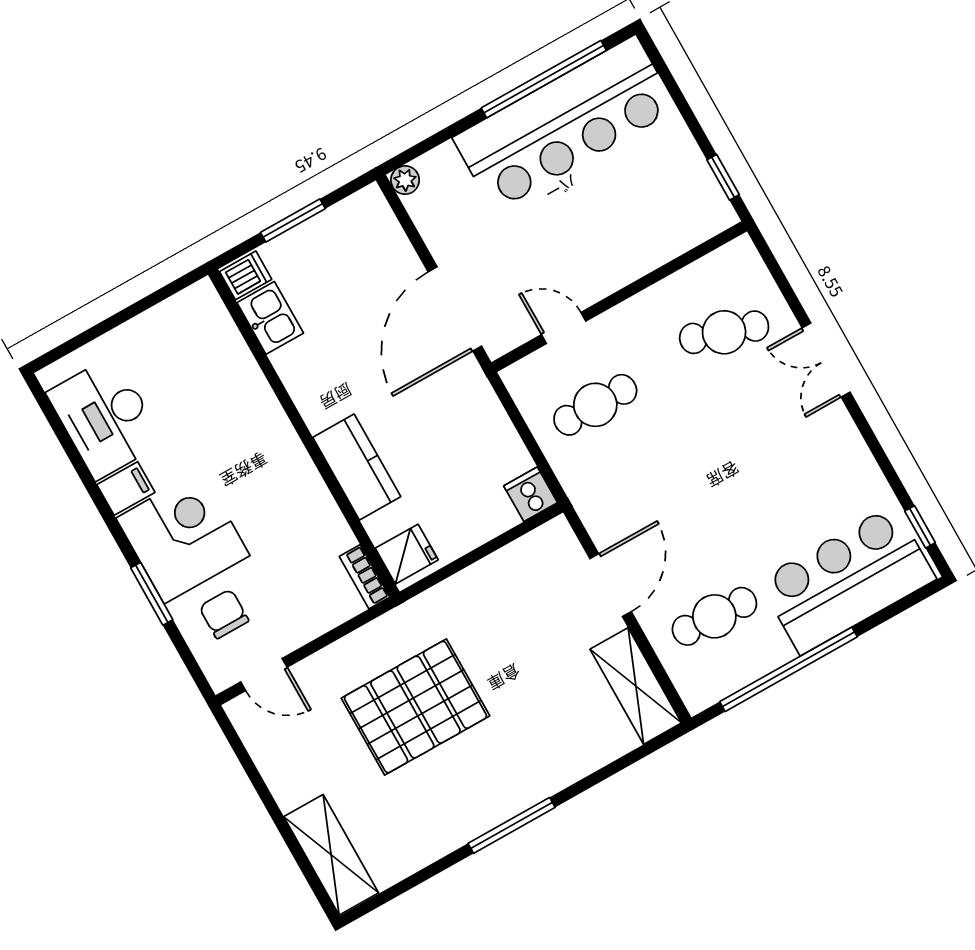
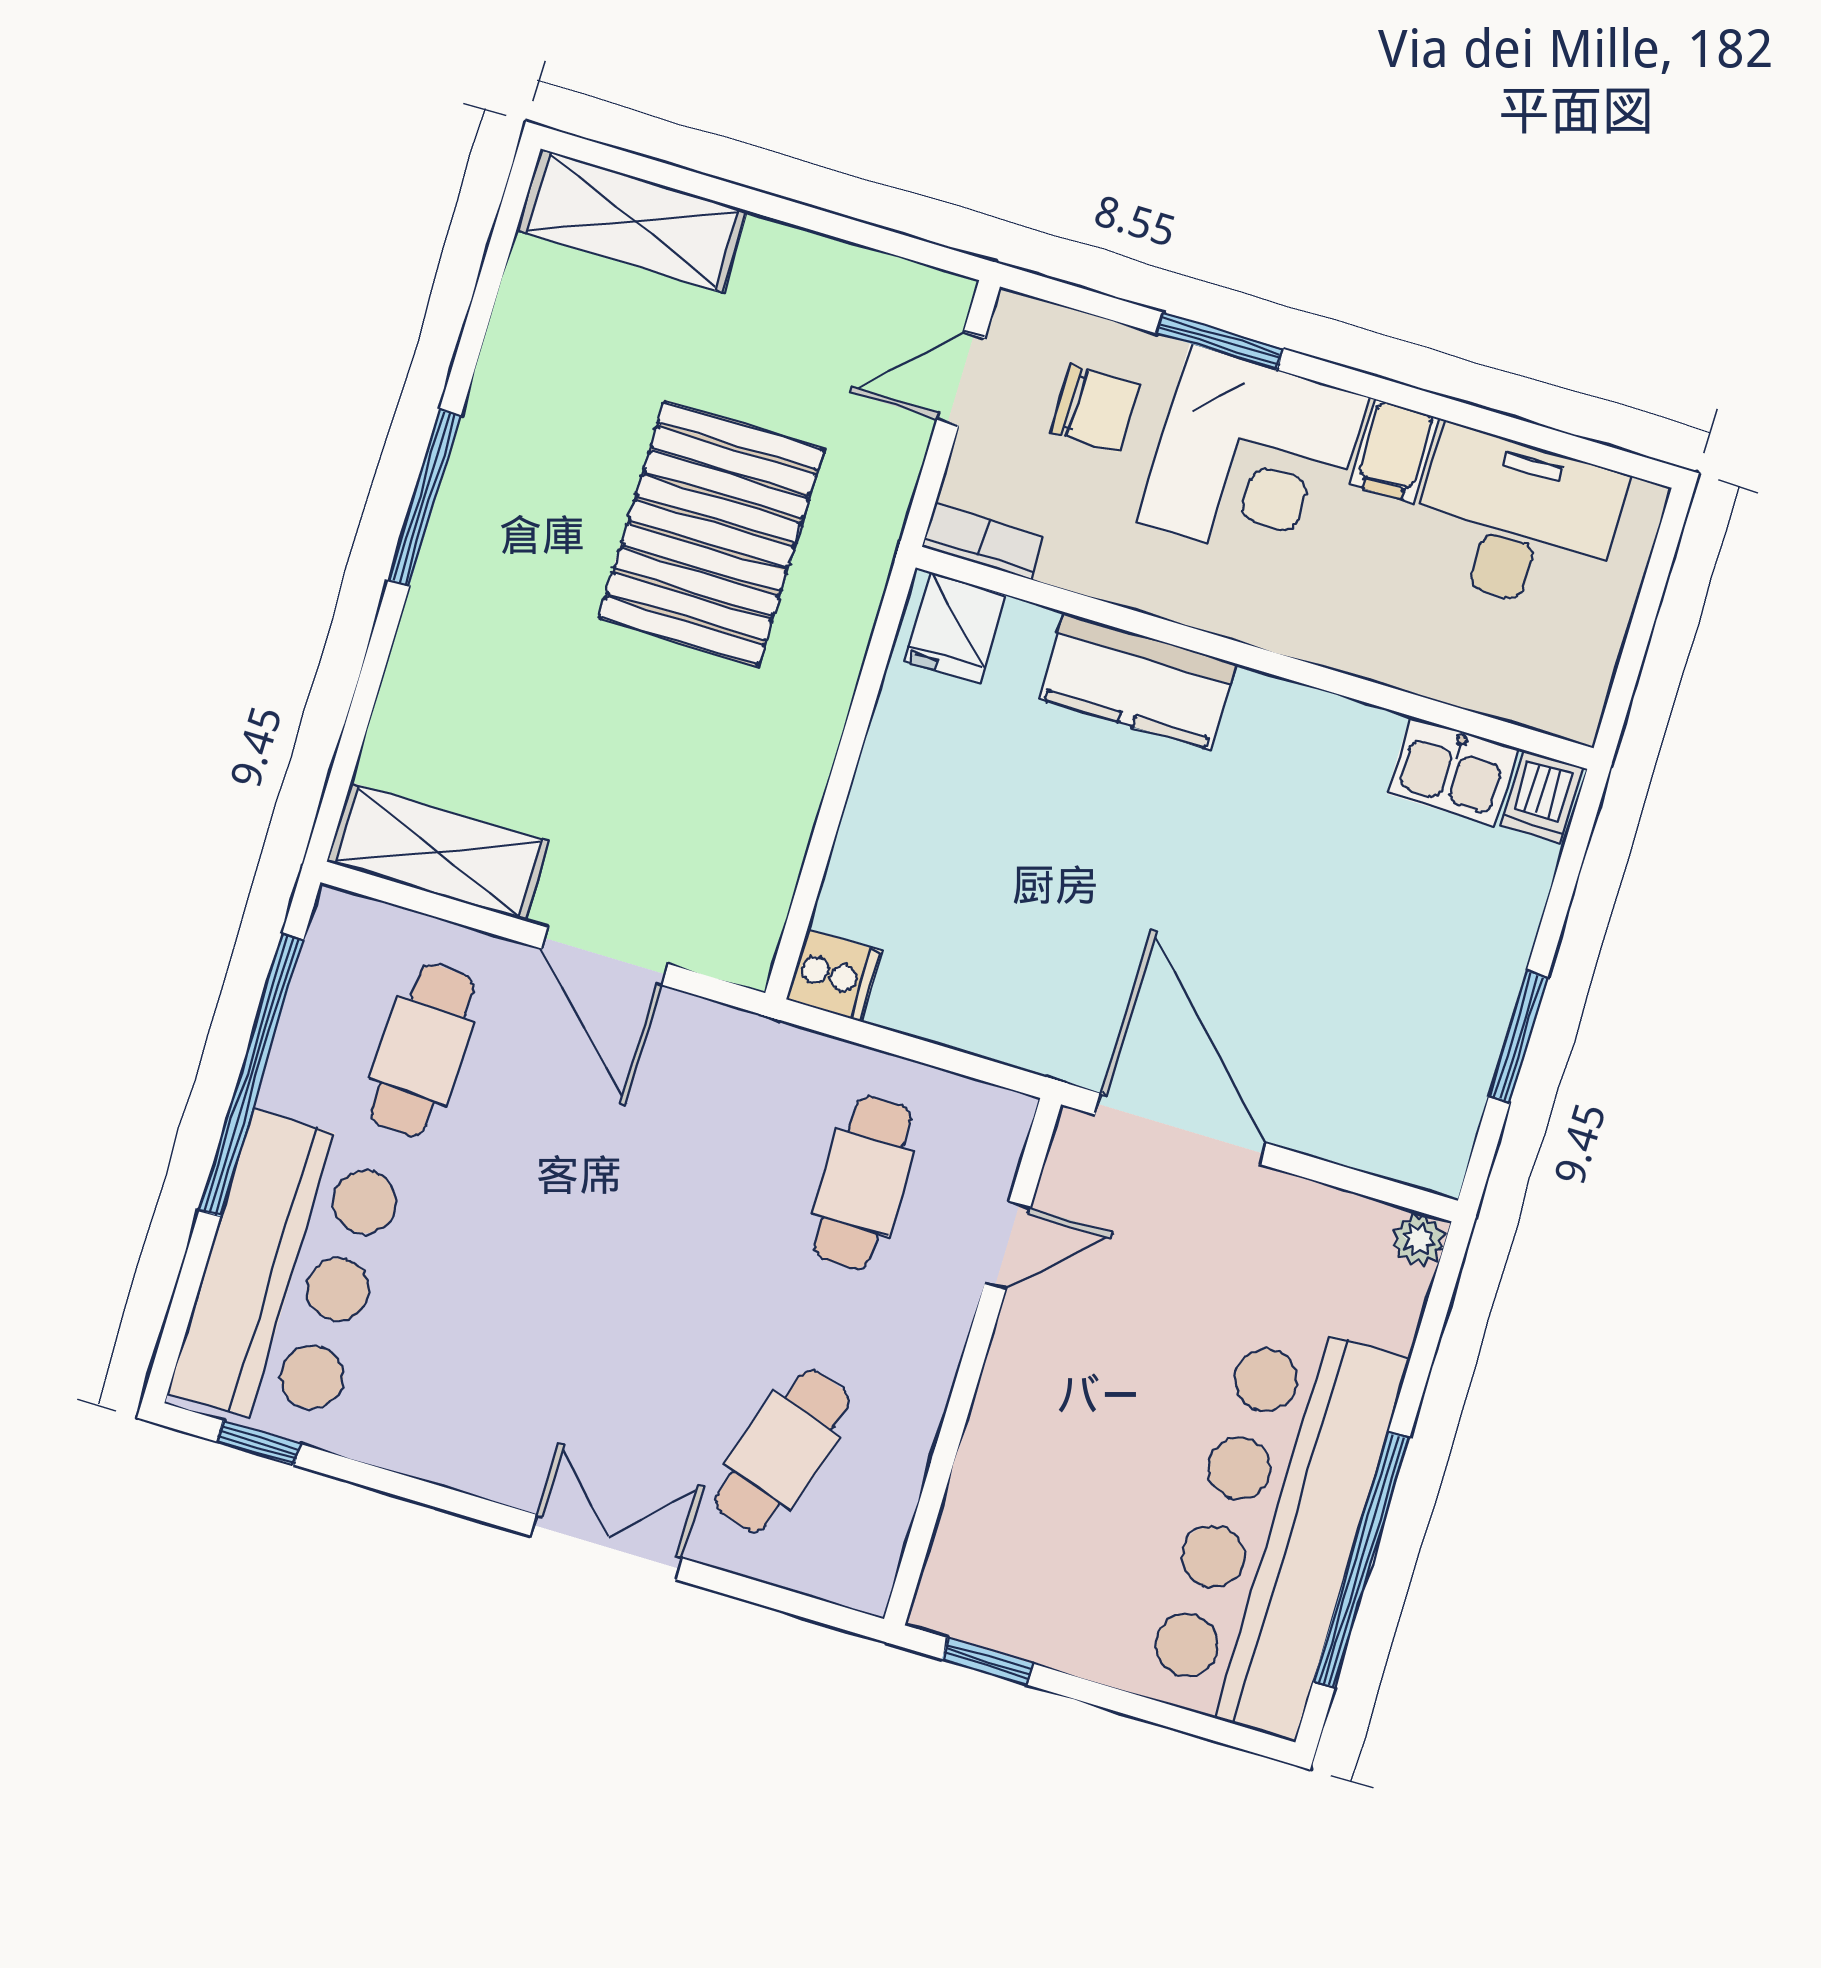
dishwasher: (246, 275) -> (1542, 797), moved
kitchen sink: (270, 318) -> (1452, 771), moved
wall: (304, 433) -> (1255, 658), moved
kitchen counter: (357, 467) -> (1138, 681), moved
fridge: (407, 554) -> (955, 628), moved
bookcase: (364, 577) -> (983, 541), moved

